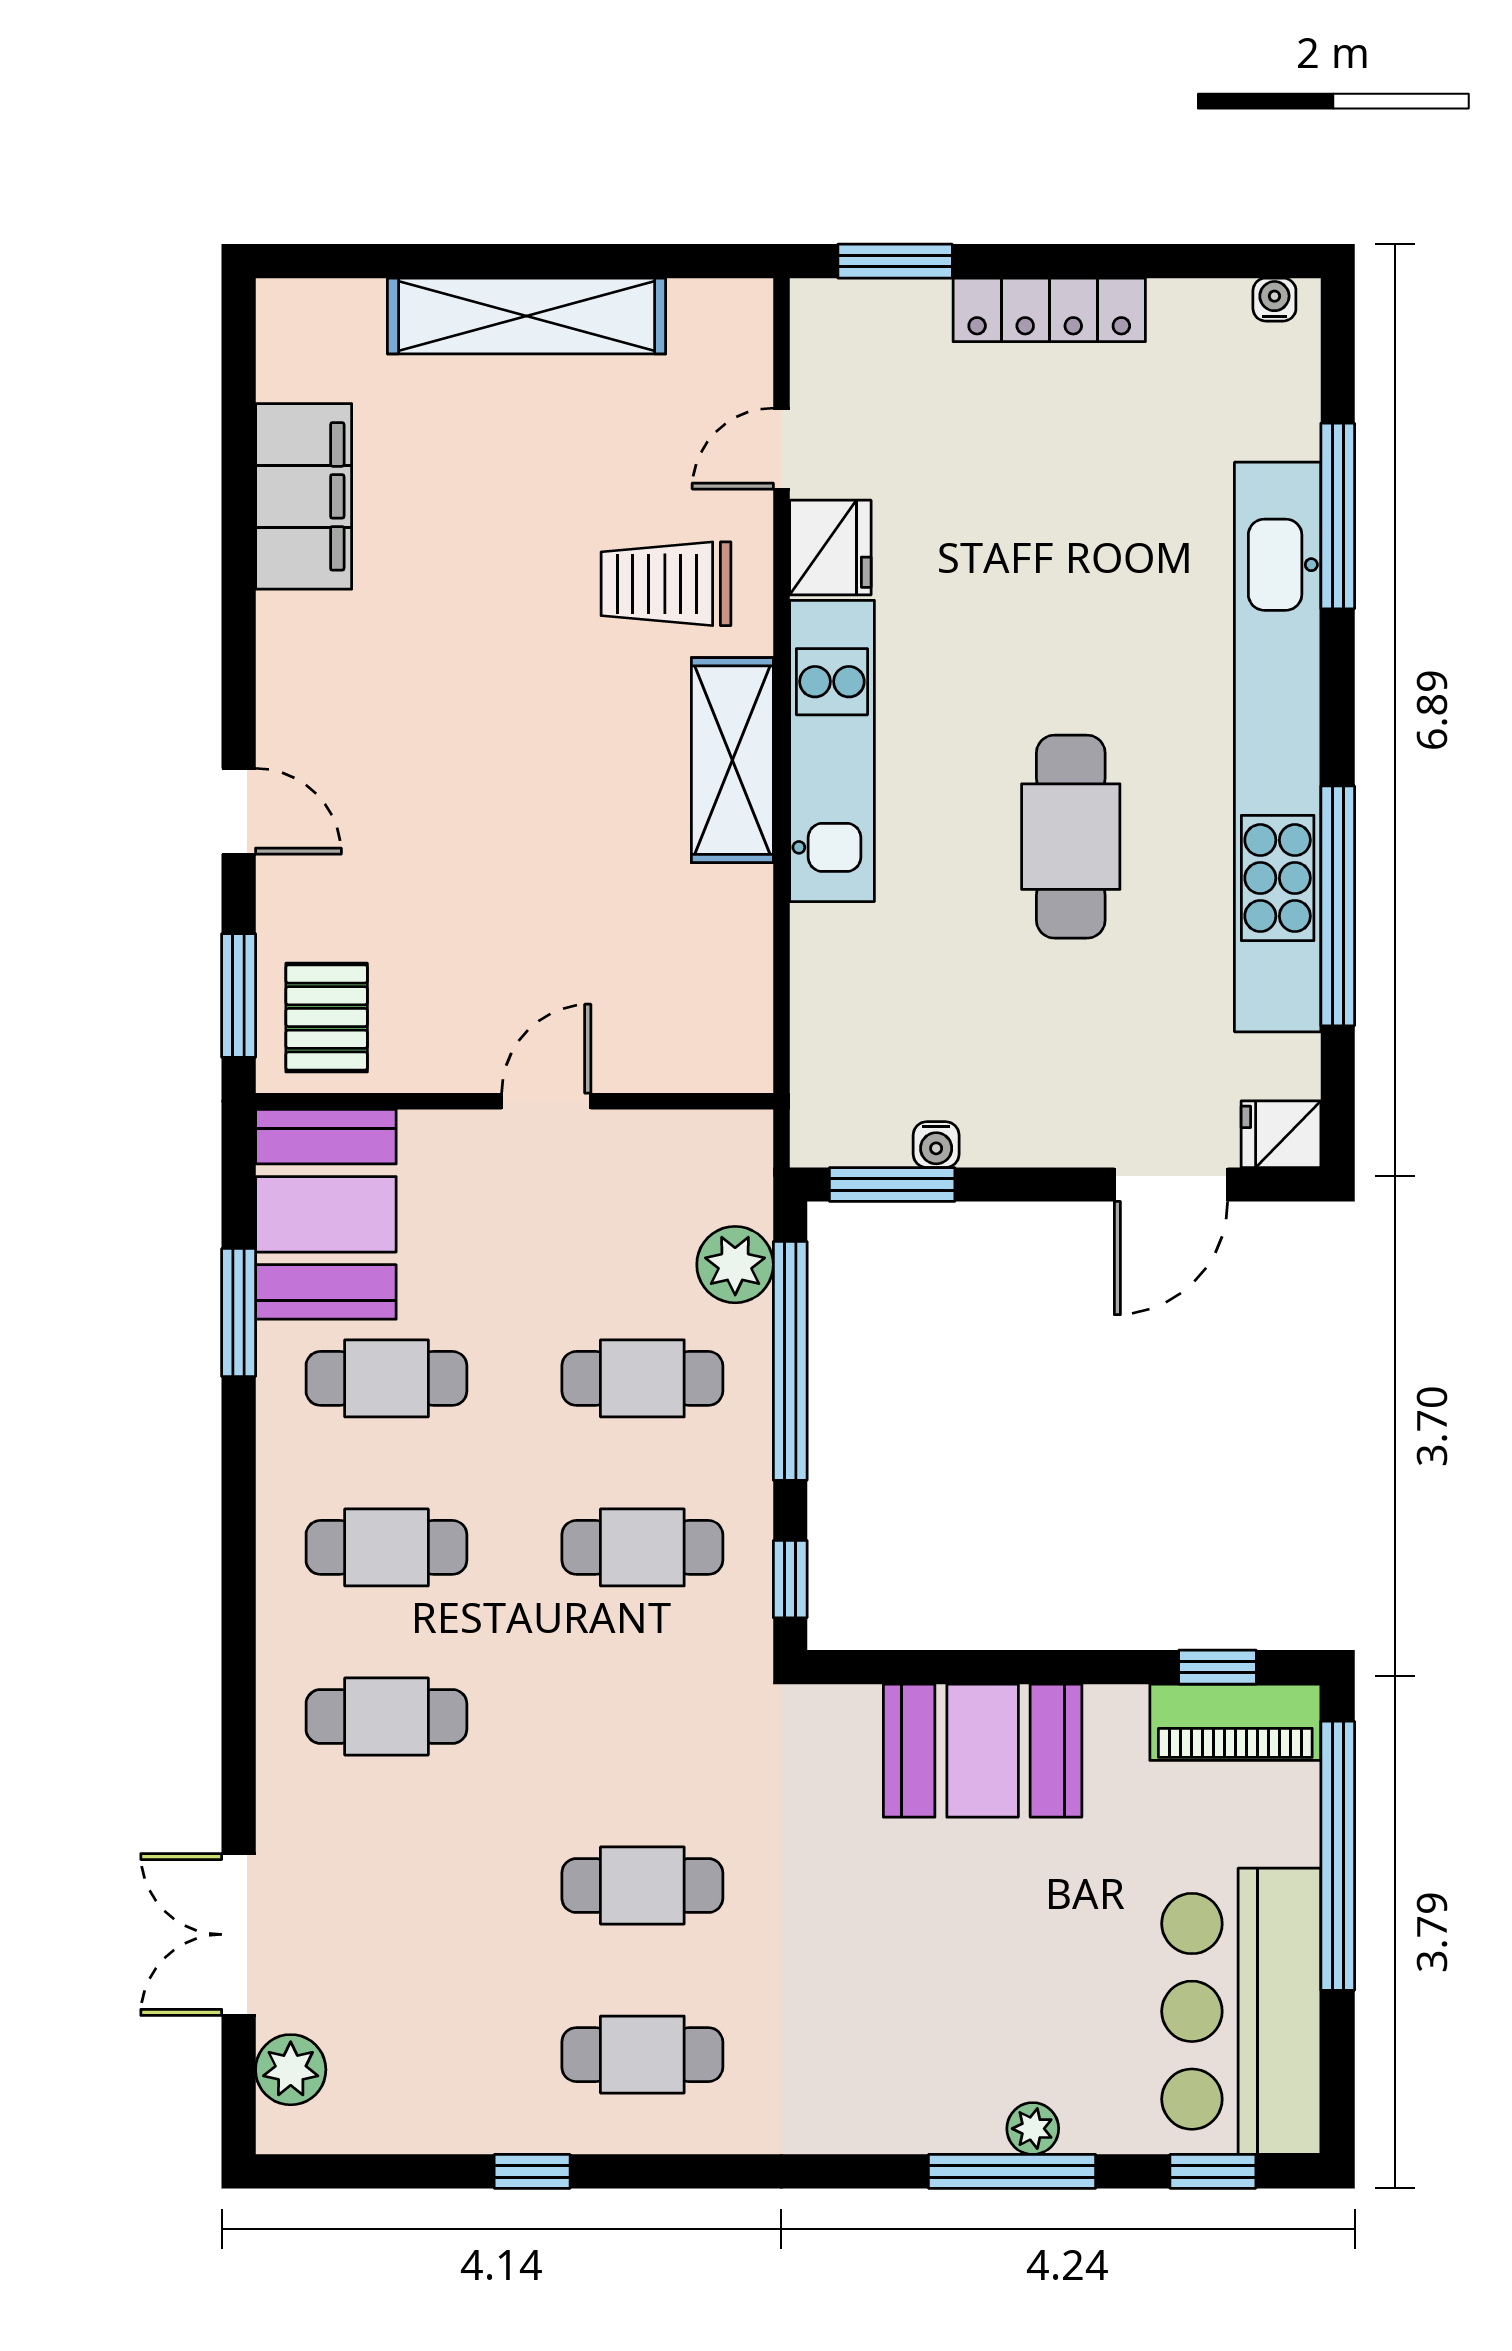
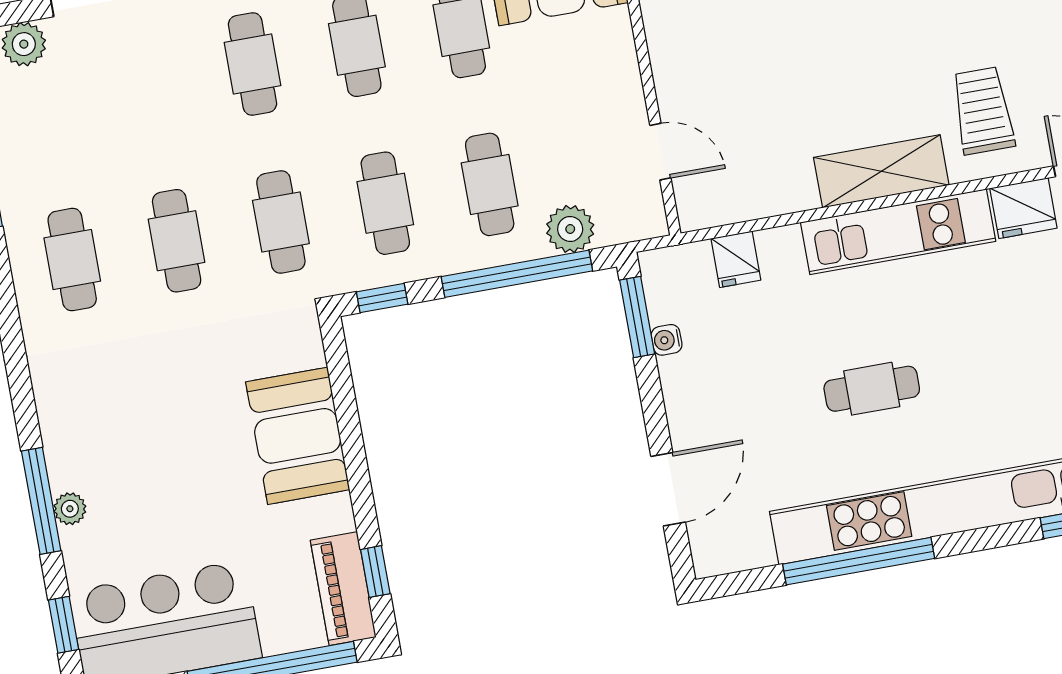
cafe table: (1071, 837) -> (872, 389), width x0.73, depth x0.74
door: (546, 1101) -> (660, 152), moved
fridge: (1281, 1134) -> (736, 259), moved, turned 180
door: (1171, 1184) -> (668, 489), swing flipped
cafe table: (642, 1716) -> (281, 222), added

